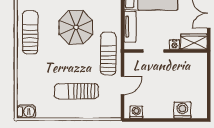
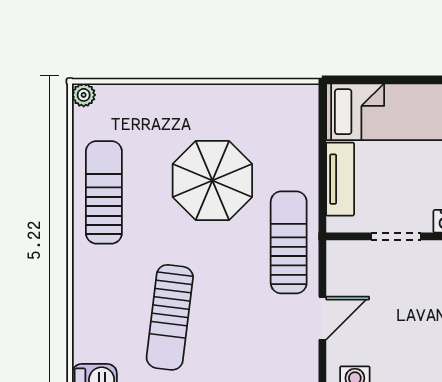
sun lounger: (76, 91) -> (170, 317), moved, turned -83

